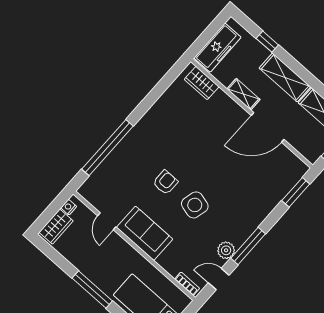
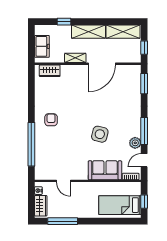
freezer: (217, 48) -> (42, 46), width x0.71
armchair: (165, 182) -> (51, 120), moved
sofa: (144, 233) -> (105, 170), moved
window: (92, 289) -> (63, 221), moved

